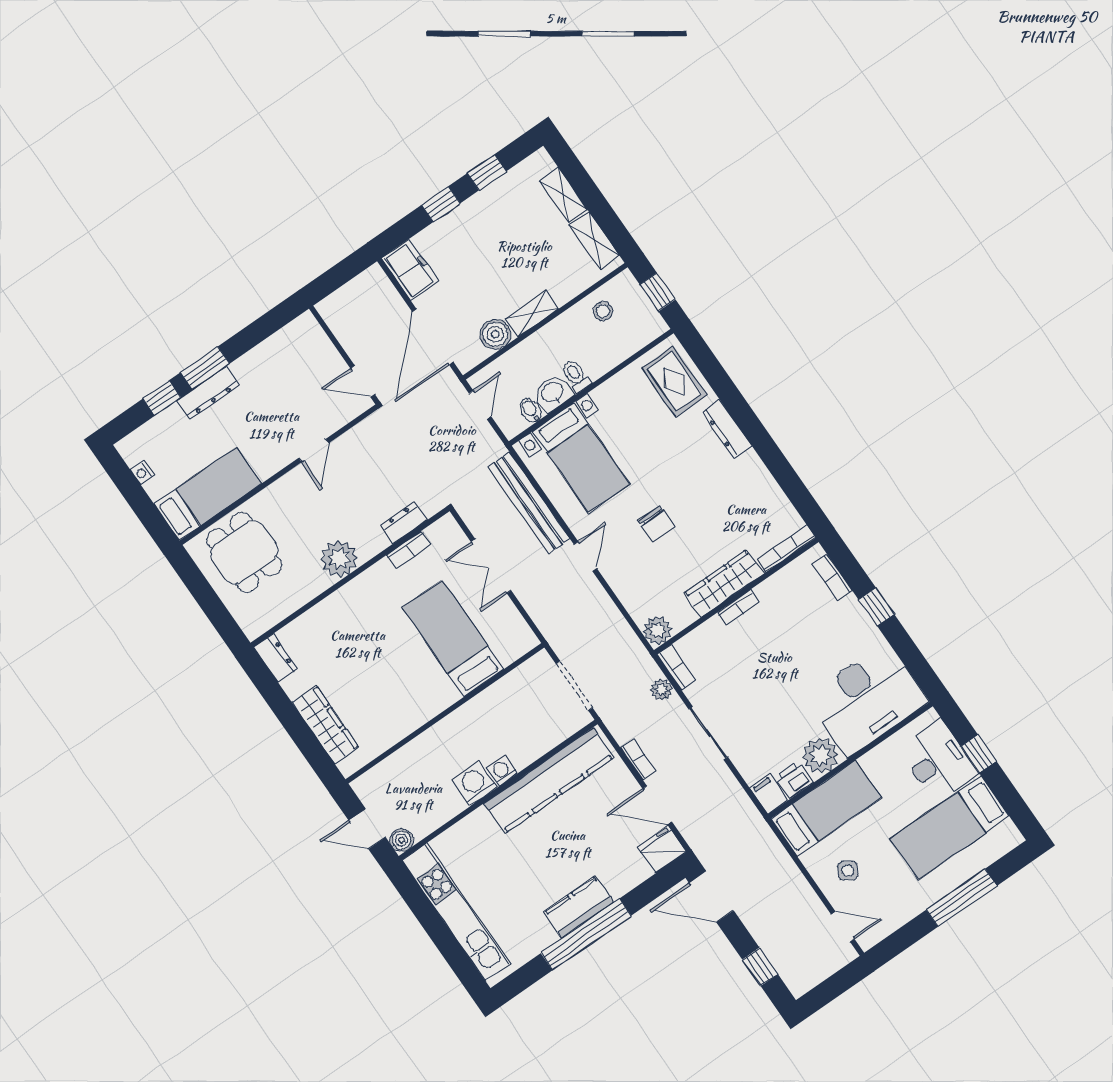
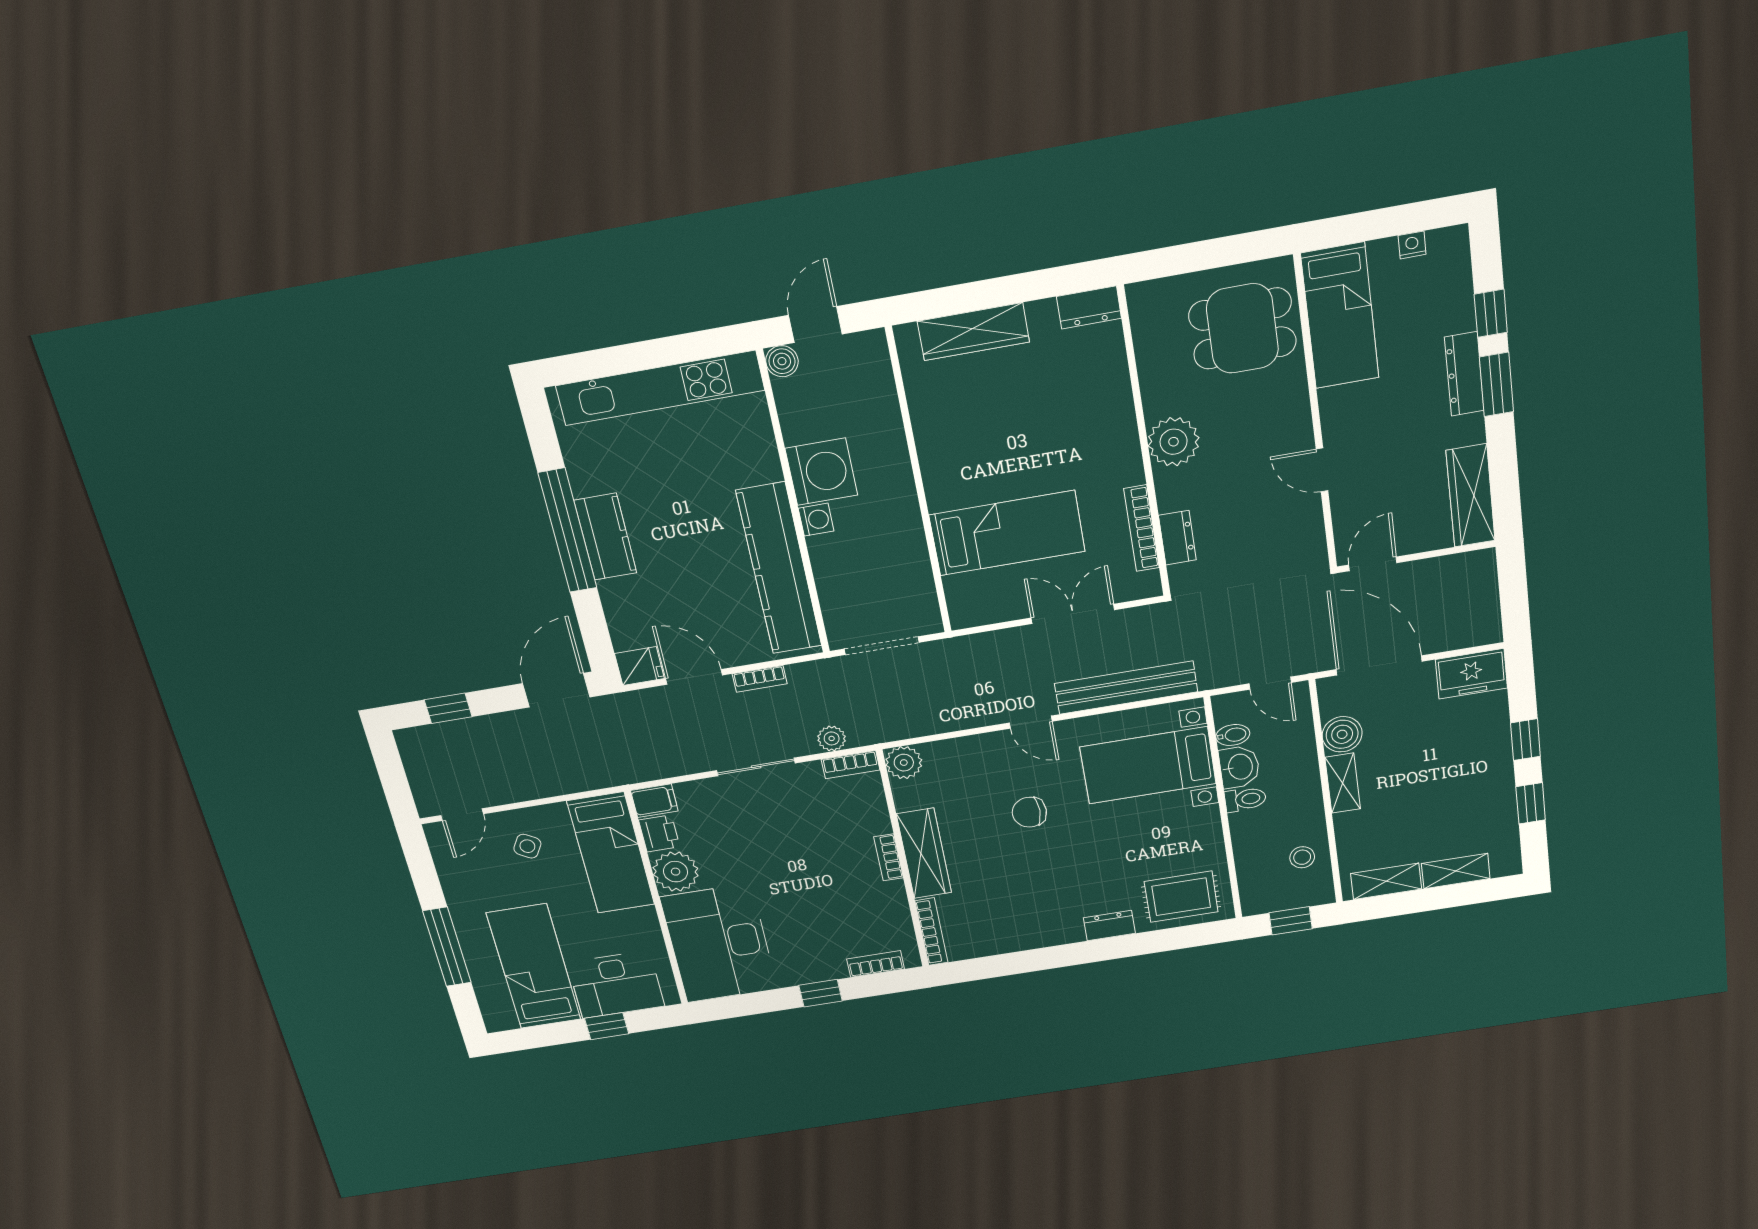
wardrobe: (286, 342) -> (1471, 496), added
dresser: (727, 429) -> (1109, 925), width x0.70
bookcase: (409, 550) -> (1142, 528), width x1.56
washing machine: (475, 783) -> (821, 472), width x1.37, depth x1.37
door: (657, 805) -> (694, 677), hinge flipped
fridge: (662, 849) -> (639, 666), width x0.72

